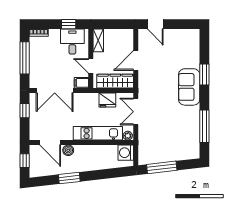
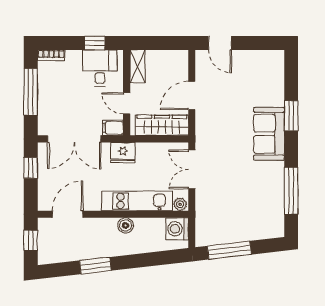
fridge: (107, 100) -> (123, 153), moved
door: (50, 143) -> (68, 214), swing flipped
boiler: (68, 150) -> (126, 225), moved

